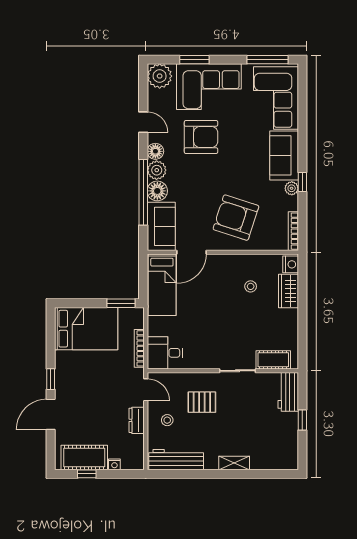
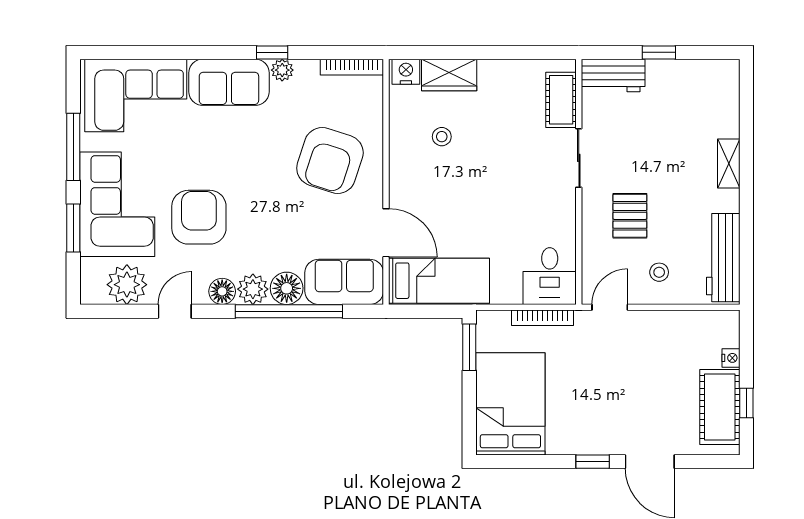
window: (267, 60) -> (73, 147), moved
plant: (160, 76) -> (127, 285), moved
dresser: (137, 420) -> (659, 322), removed

